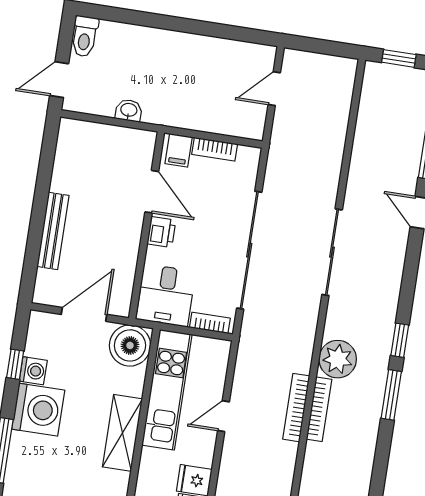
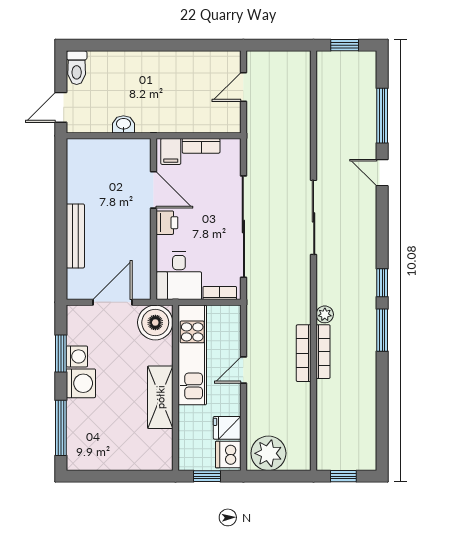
plant: (338, 359) -> (325, 314), width x0.53, depth x0.53
window: (15, 364) -> (61, 353), width x1.50
washing machine: (38, 410) -> (81, 383), width x0.73, depth x0.73

